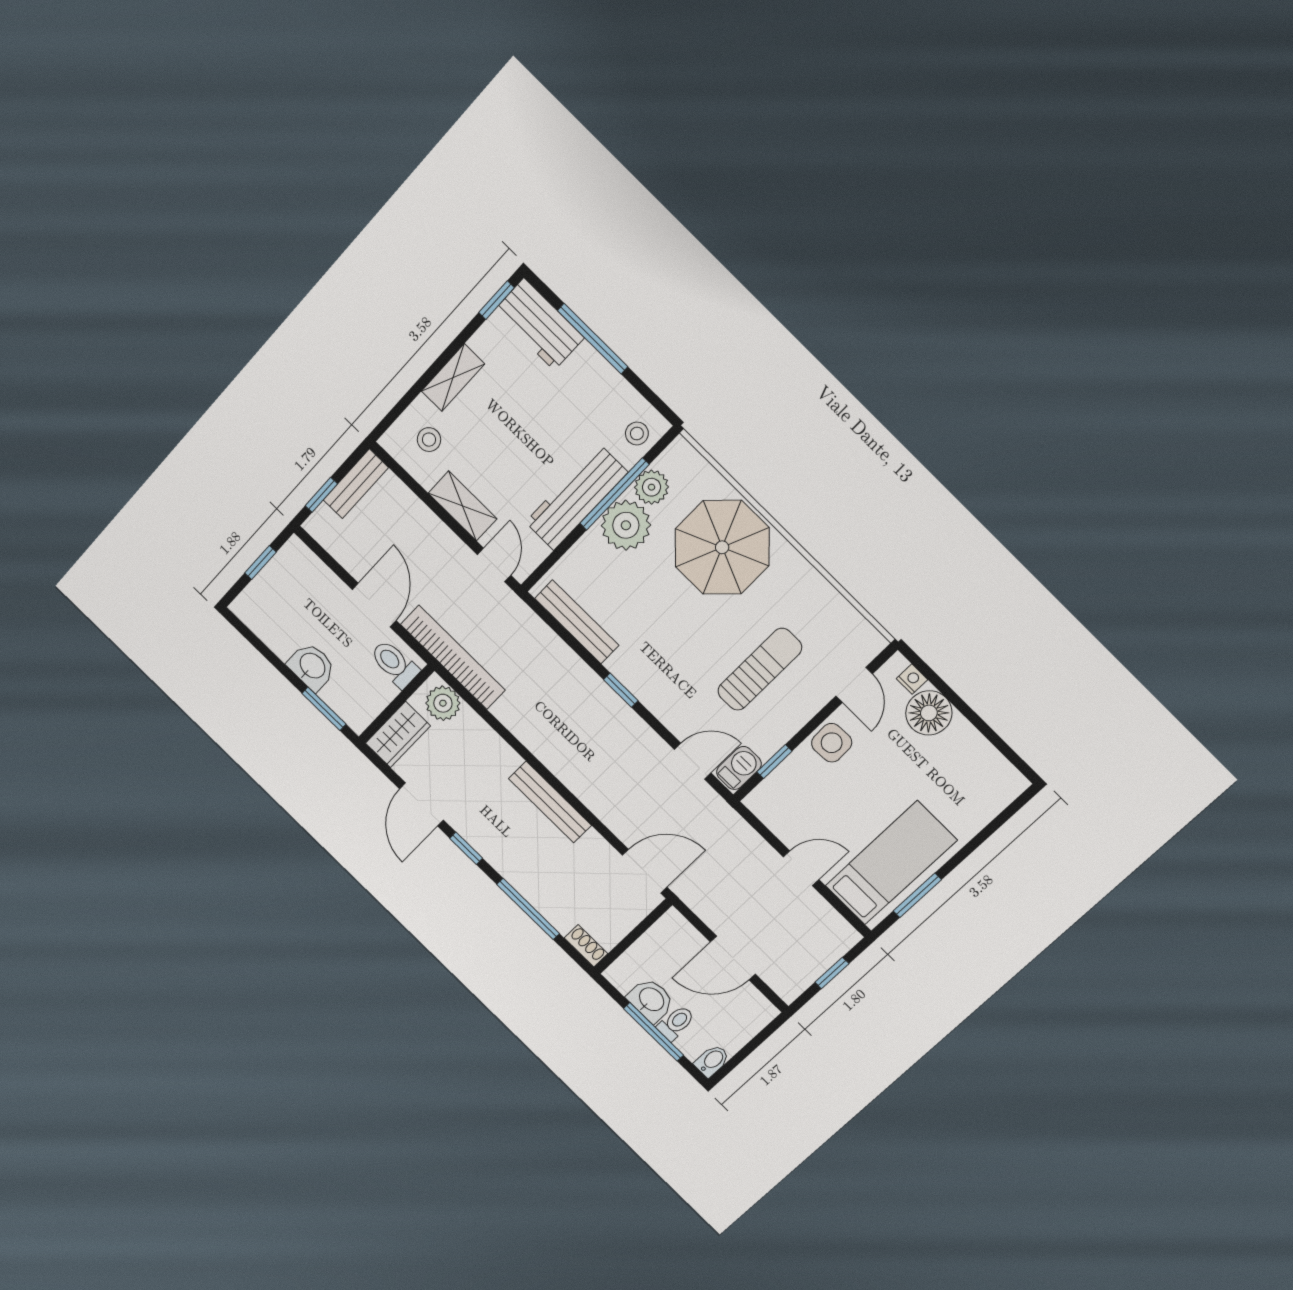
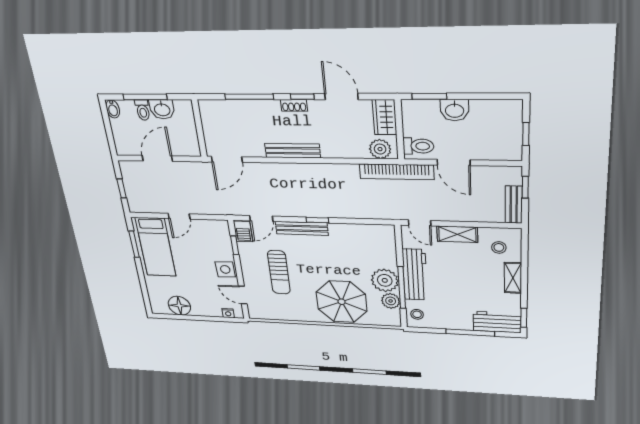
bench: (577, 622) -> (302, 228), moved
floor lamp: (929, 713) -> (179, 306), moved
shoe rack: (586, 946) -> (294, 105), moved

